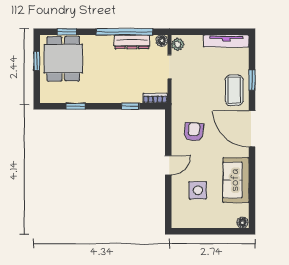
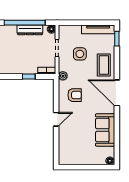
plant: (178, 44) -> (63, 76), moved
window: (252, 80) -> (117, 39), moved
armchair: (194, 132) -> (75, 95), turned 85
side table: (198, 190) -> (80, 54), moved

